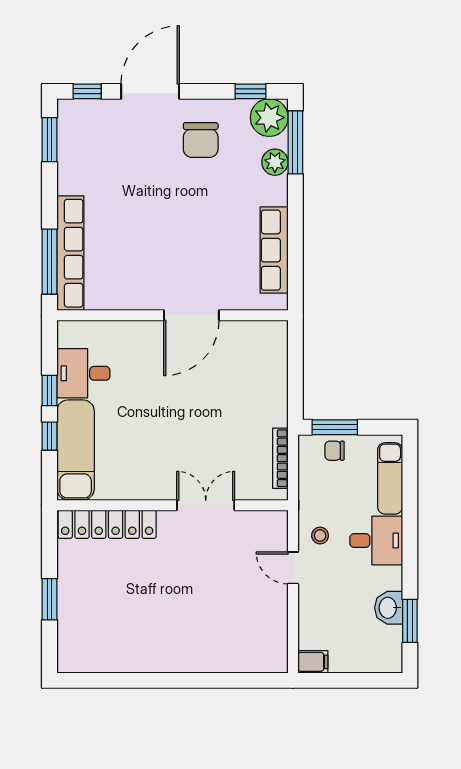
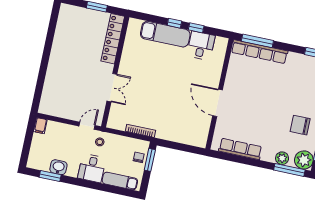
wall: (172, 505) -> (115, 72), moved
double door: (206, 505) -> (112, 88), moved
locker: (107, 524) -> (113, 39), moved

